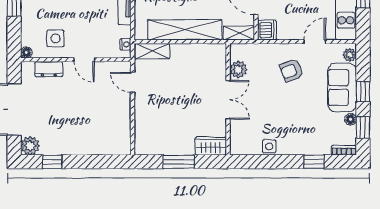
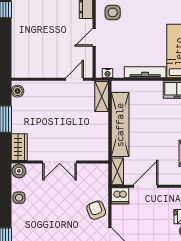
plant: (238, 69) -> (19, 171), moved
armchair: (291, 70) -> (96, 210), moved
boiler: (146, 148) -> (18, 91), added

